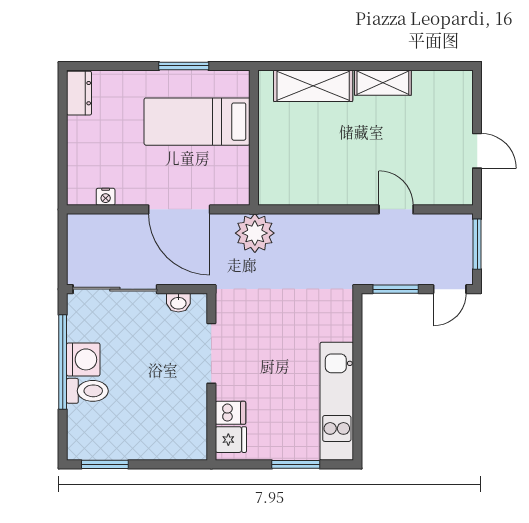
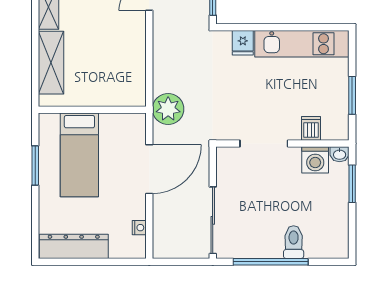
dresser: (79, 93) -> (74, 246), width x1.96, depth x1.24
washbasin: (178, 303) -> (340, 154), moved, turned 90
washing machine: (83, 359) -> (315, 160), moved, turned 180
fridge: (231, 440) -> (243, 43), moved, turned 180
window: (105, 464) -> (352, 184), moved
window: (296, 464) -> (352, 95), moved

